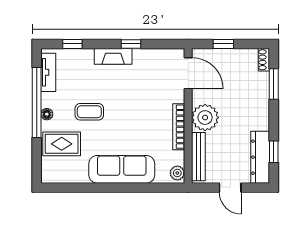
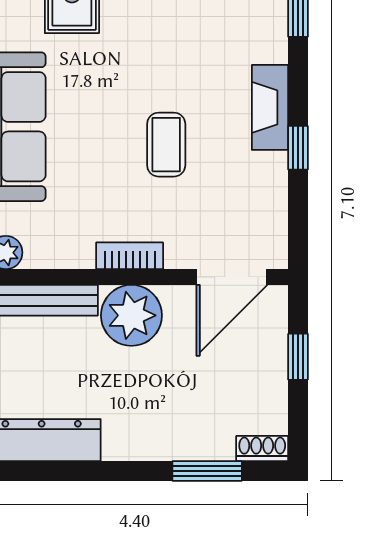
coffee table: (89, 112) -> (166, 145), moved
bookcase: (179, 127) -> (130, 256), width x0.64
window: (274, 152) -> (54, 471), removed

